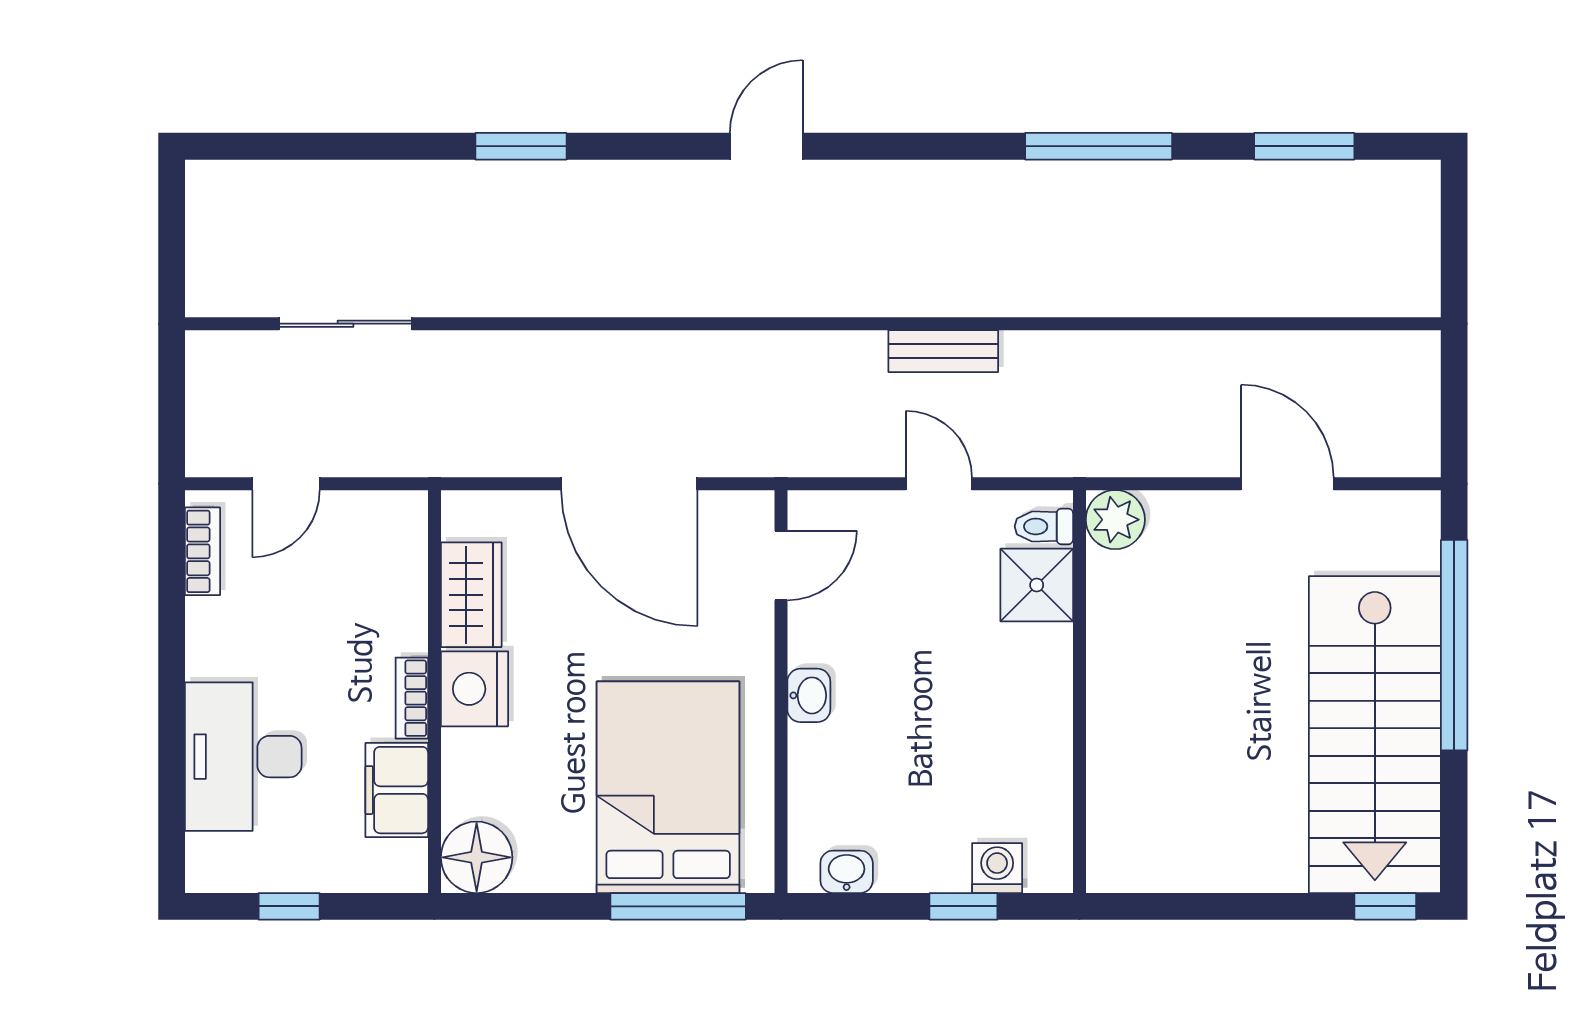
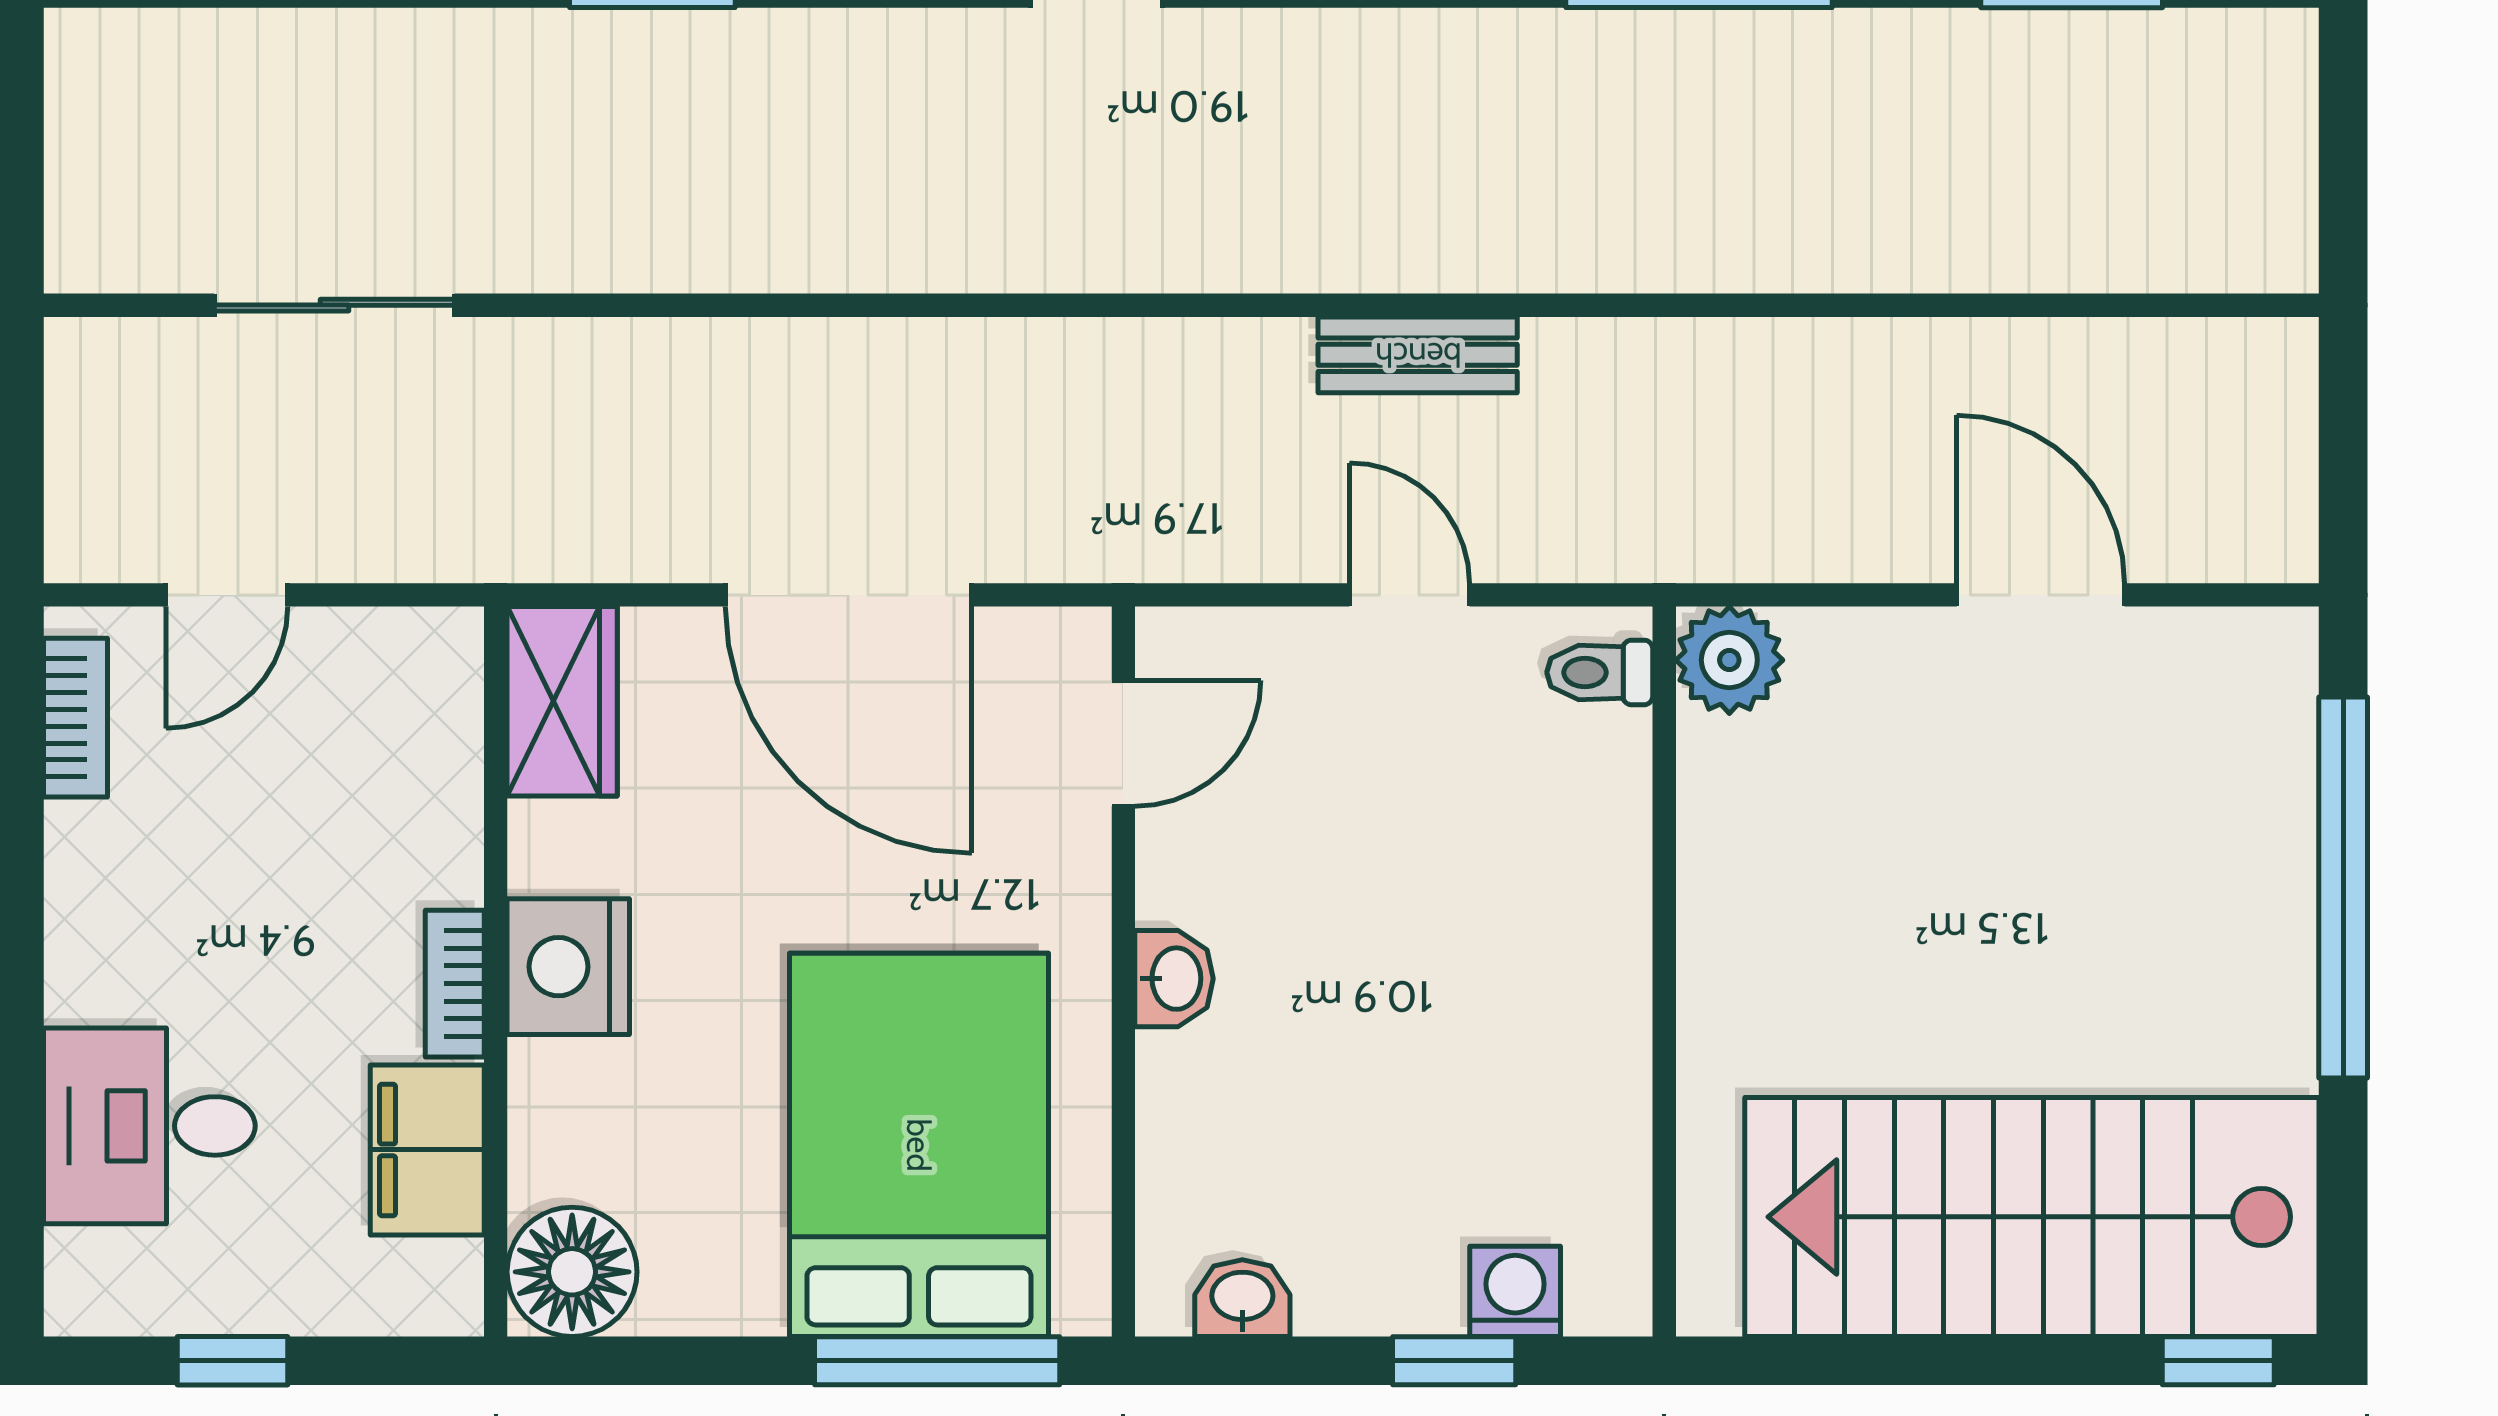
shower: (1037, 585) -> (1587, 779), removed
wardrobe: (471, 595) -> (562, 701), moved
stairs: (1375, 735) -> (2032, 1217), moved, turned 90
desk: (243, 757) -> (149, 1126), width x0.73

